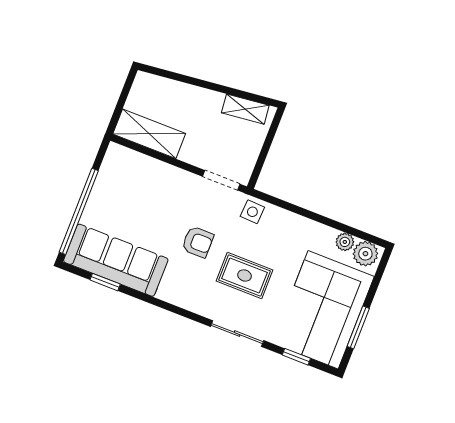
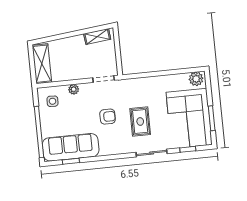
shelving: (149, 134) -> (42, 64), moved, turned 90
side table: (252, 212) -> (53, 101), moved
plant: (345, 242) -> (74, 89), moved
rug: (245, 276) -> (140, 121), turned 90

